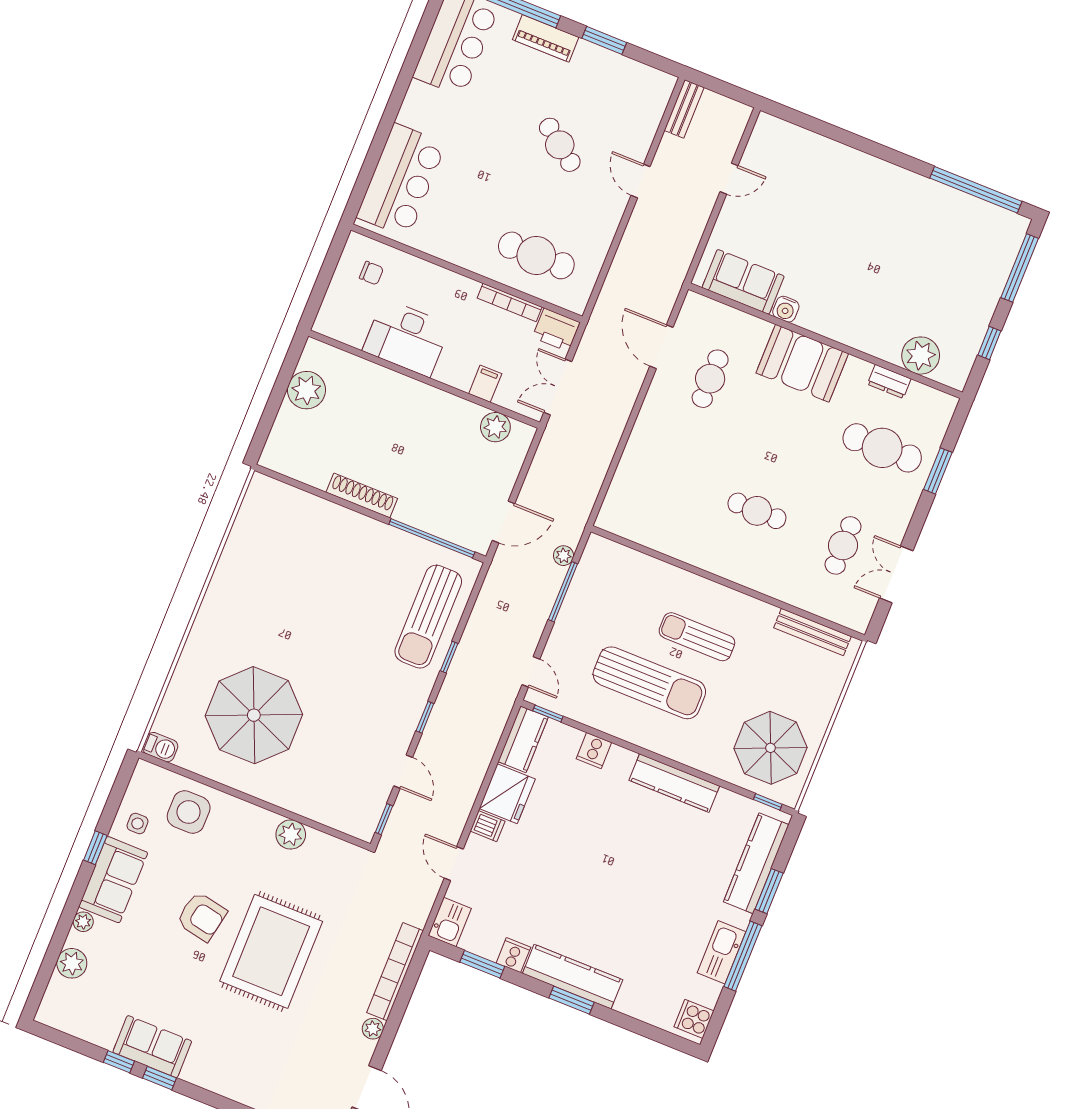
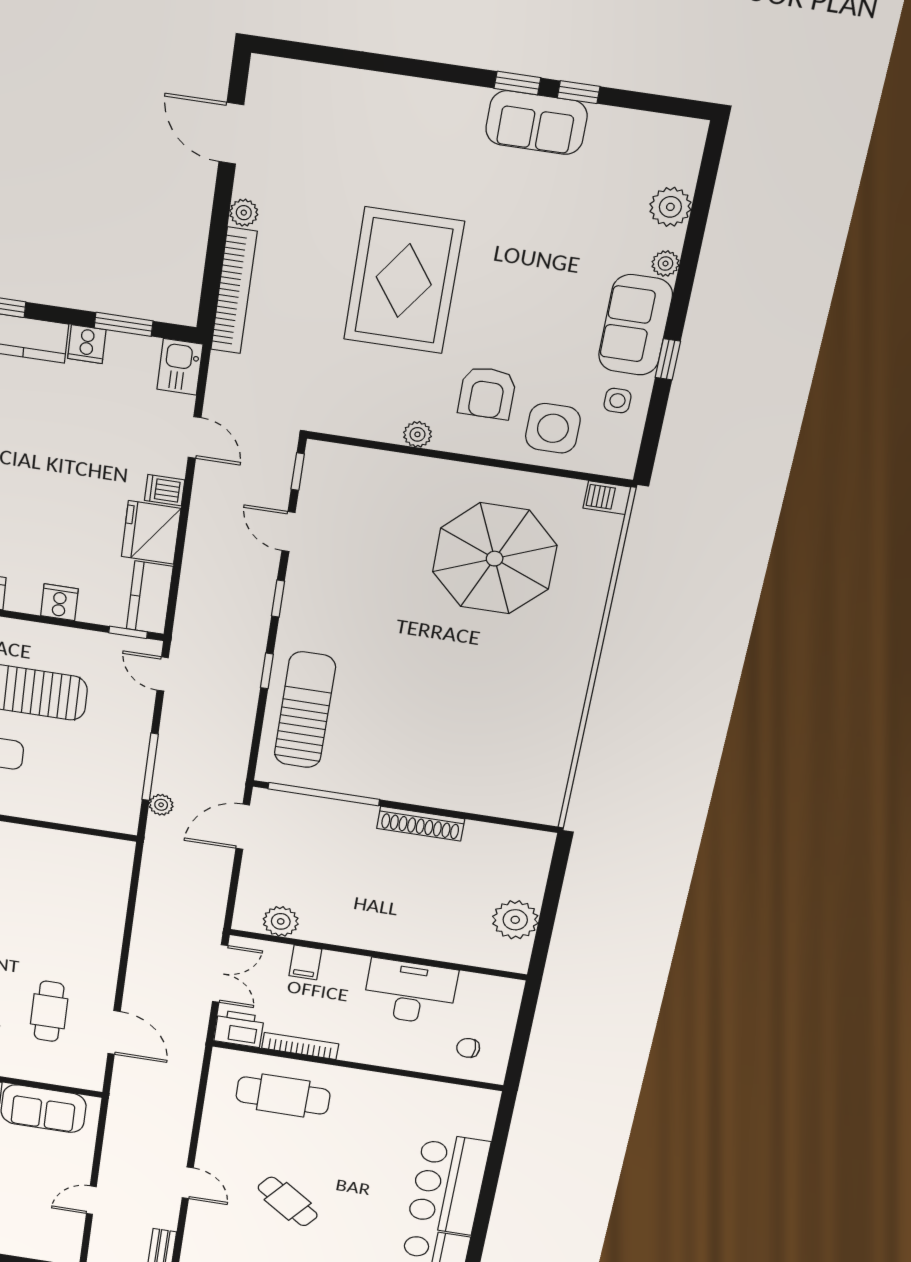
bar counter: (401, 180) -> (448, 1184), moved
plant: (291, 834) -> (417, 434), width x0.73, depth x0.73
armchair: (202, 917) -> (487, 393), moved, turned -101

